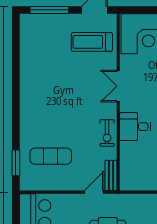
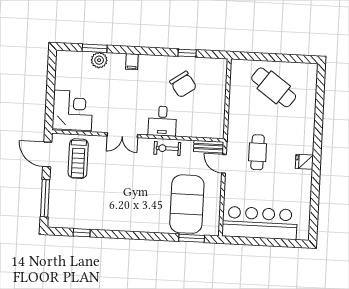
window: (16, 49) -> (82, 233), added
exercise bike: (107, 133) -> (167, 148), turned 180
exercise mat: (51, 156) -> (187, 204), width x2.00, depth x1.45

